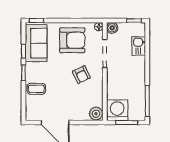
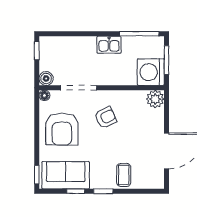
armchair: (72, 40) -> (62, 129), turned 180
kitchen sink: (139, 46) -> (109, 45), moved

